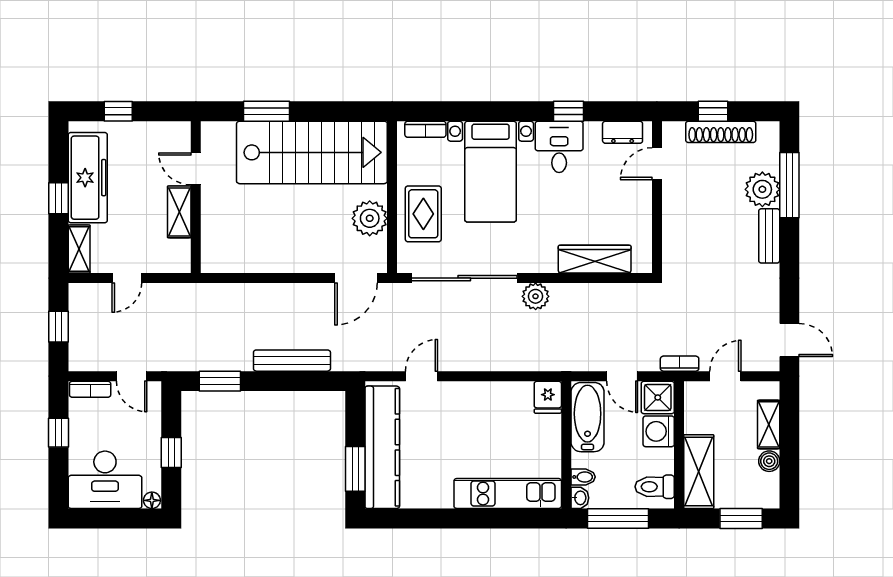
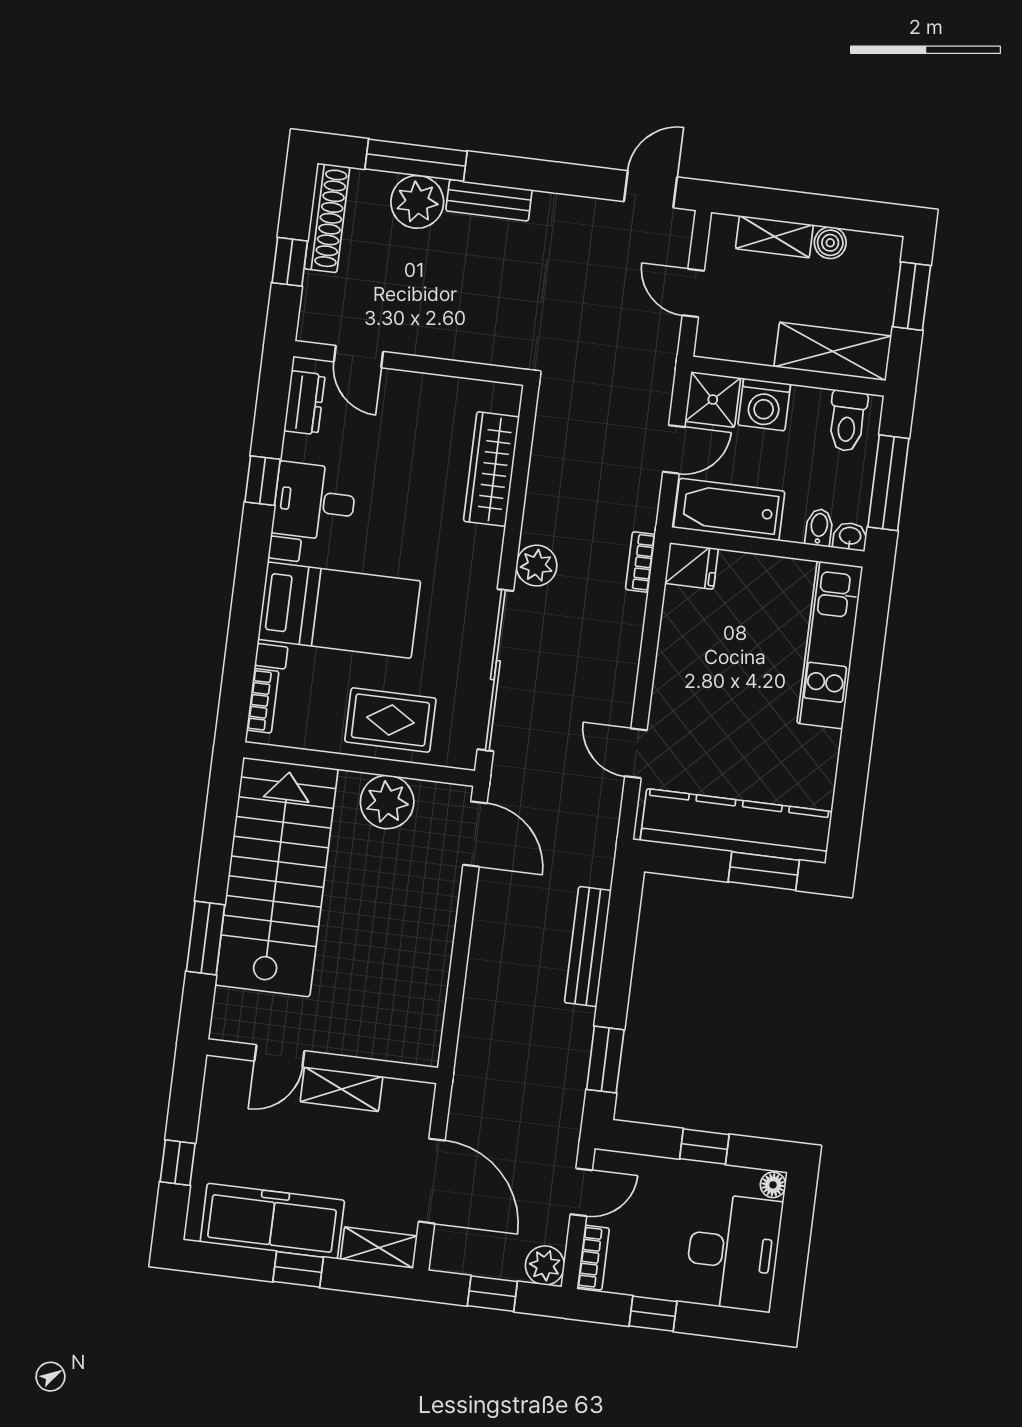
shoe rack: (721, 132) -> (327, 218), moved
door: (127, 278) -> (432, 1181), width x1.88
plant: (81, 358) -> (545, 1265), added
bookcase: (680, 364) -> (640, 562), moved

